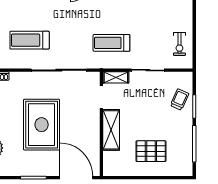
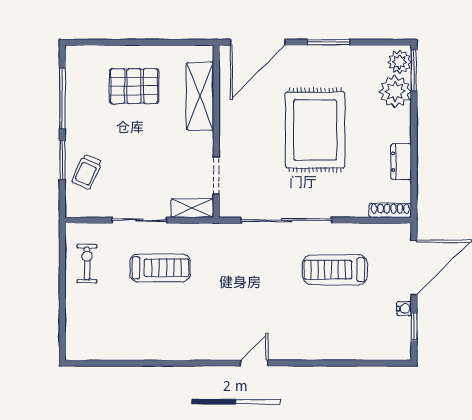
treadmill: (30, 40) -> (335, 270), turned 180
treadmill: (111, 43) -> (160, 268), moved
shelving: (111, 130) -> (200, 96), moved
door: (76, 178) -> (258, 42), hinge flipped

